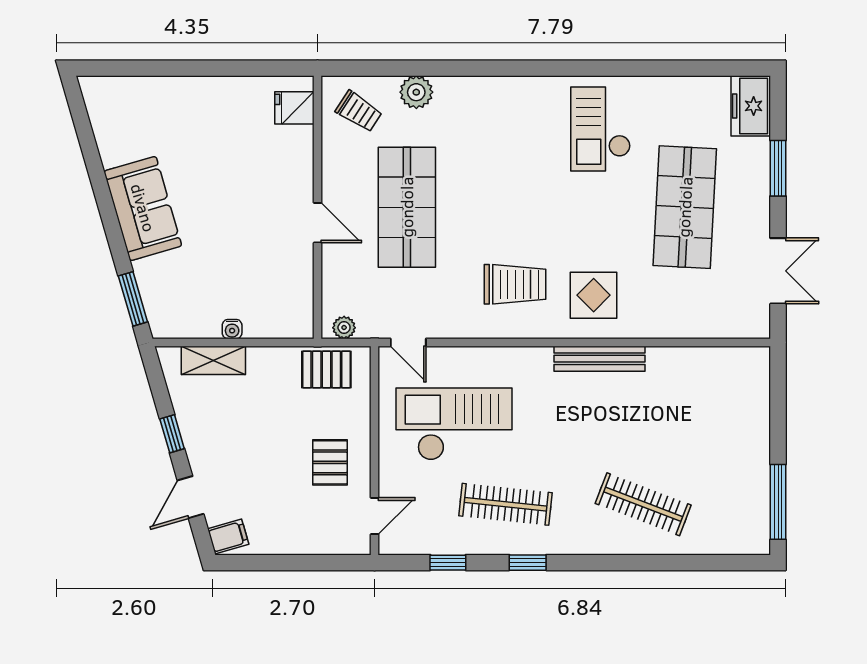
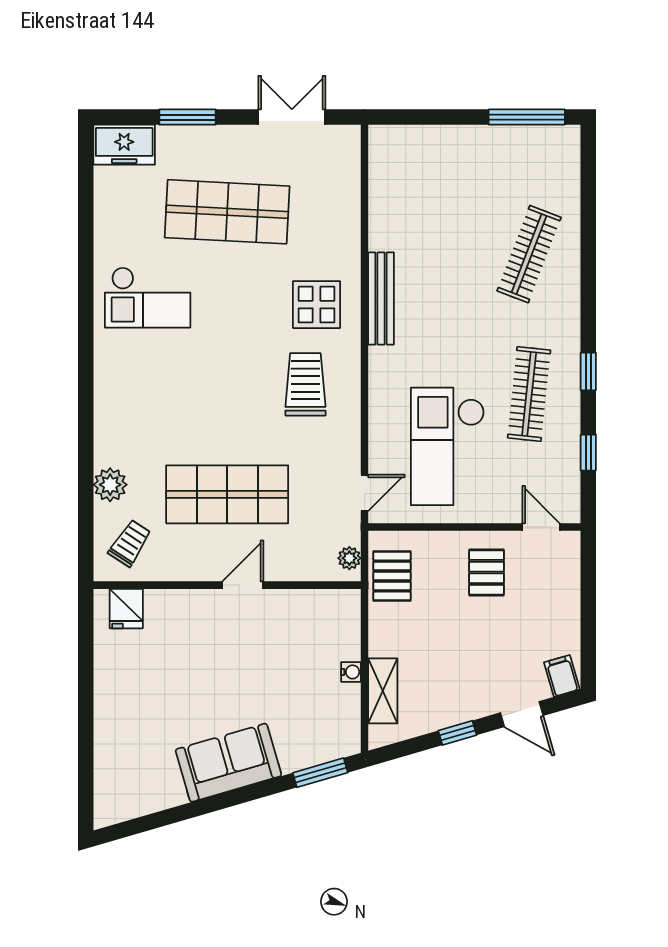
pallet: (330, 462) -> (486, 572), turned 90

